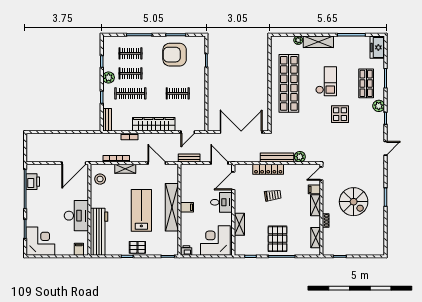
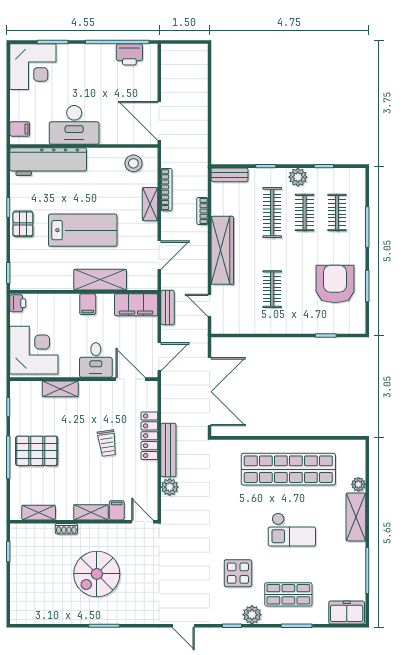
display table: (340, 114) -> (238, 573), moved
filing cabinet: (187, 177) -> (136, 305), added
shelving: (172, 207) -> (100, 280), width x0.68

